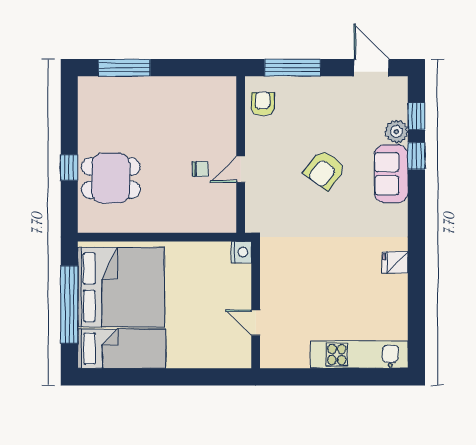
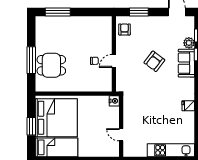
window: (293, 68) -> (139, 12), width x0.69
window: (69, 168) -> (31, 60), width x2.17
window: (69, 305) -> (31, 126), width x0.47

